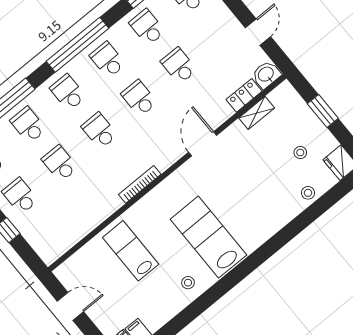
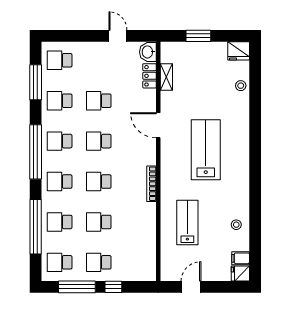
stool: (300, 153) -> (212, 70), removed
lab bench: (208, 237) -> (206, 150), moved, turned 90
lab bench: (131, 251) -> (187, 223), turned 90
stool: (188, 283) -> (236, 225), moved

